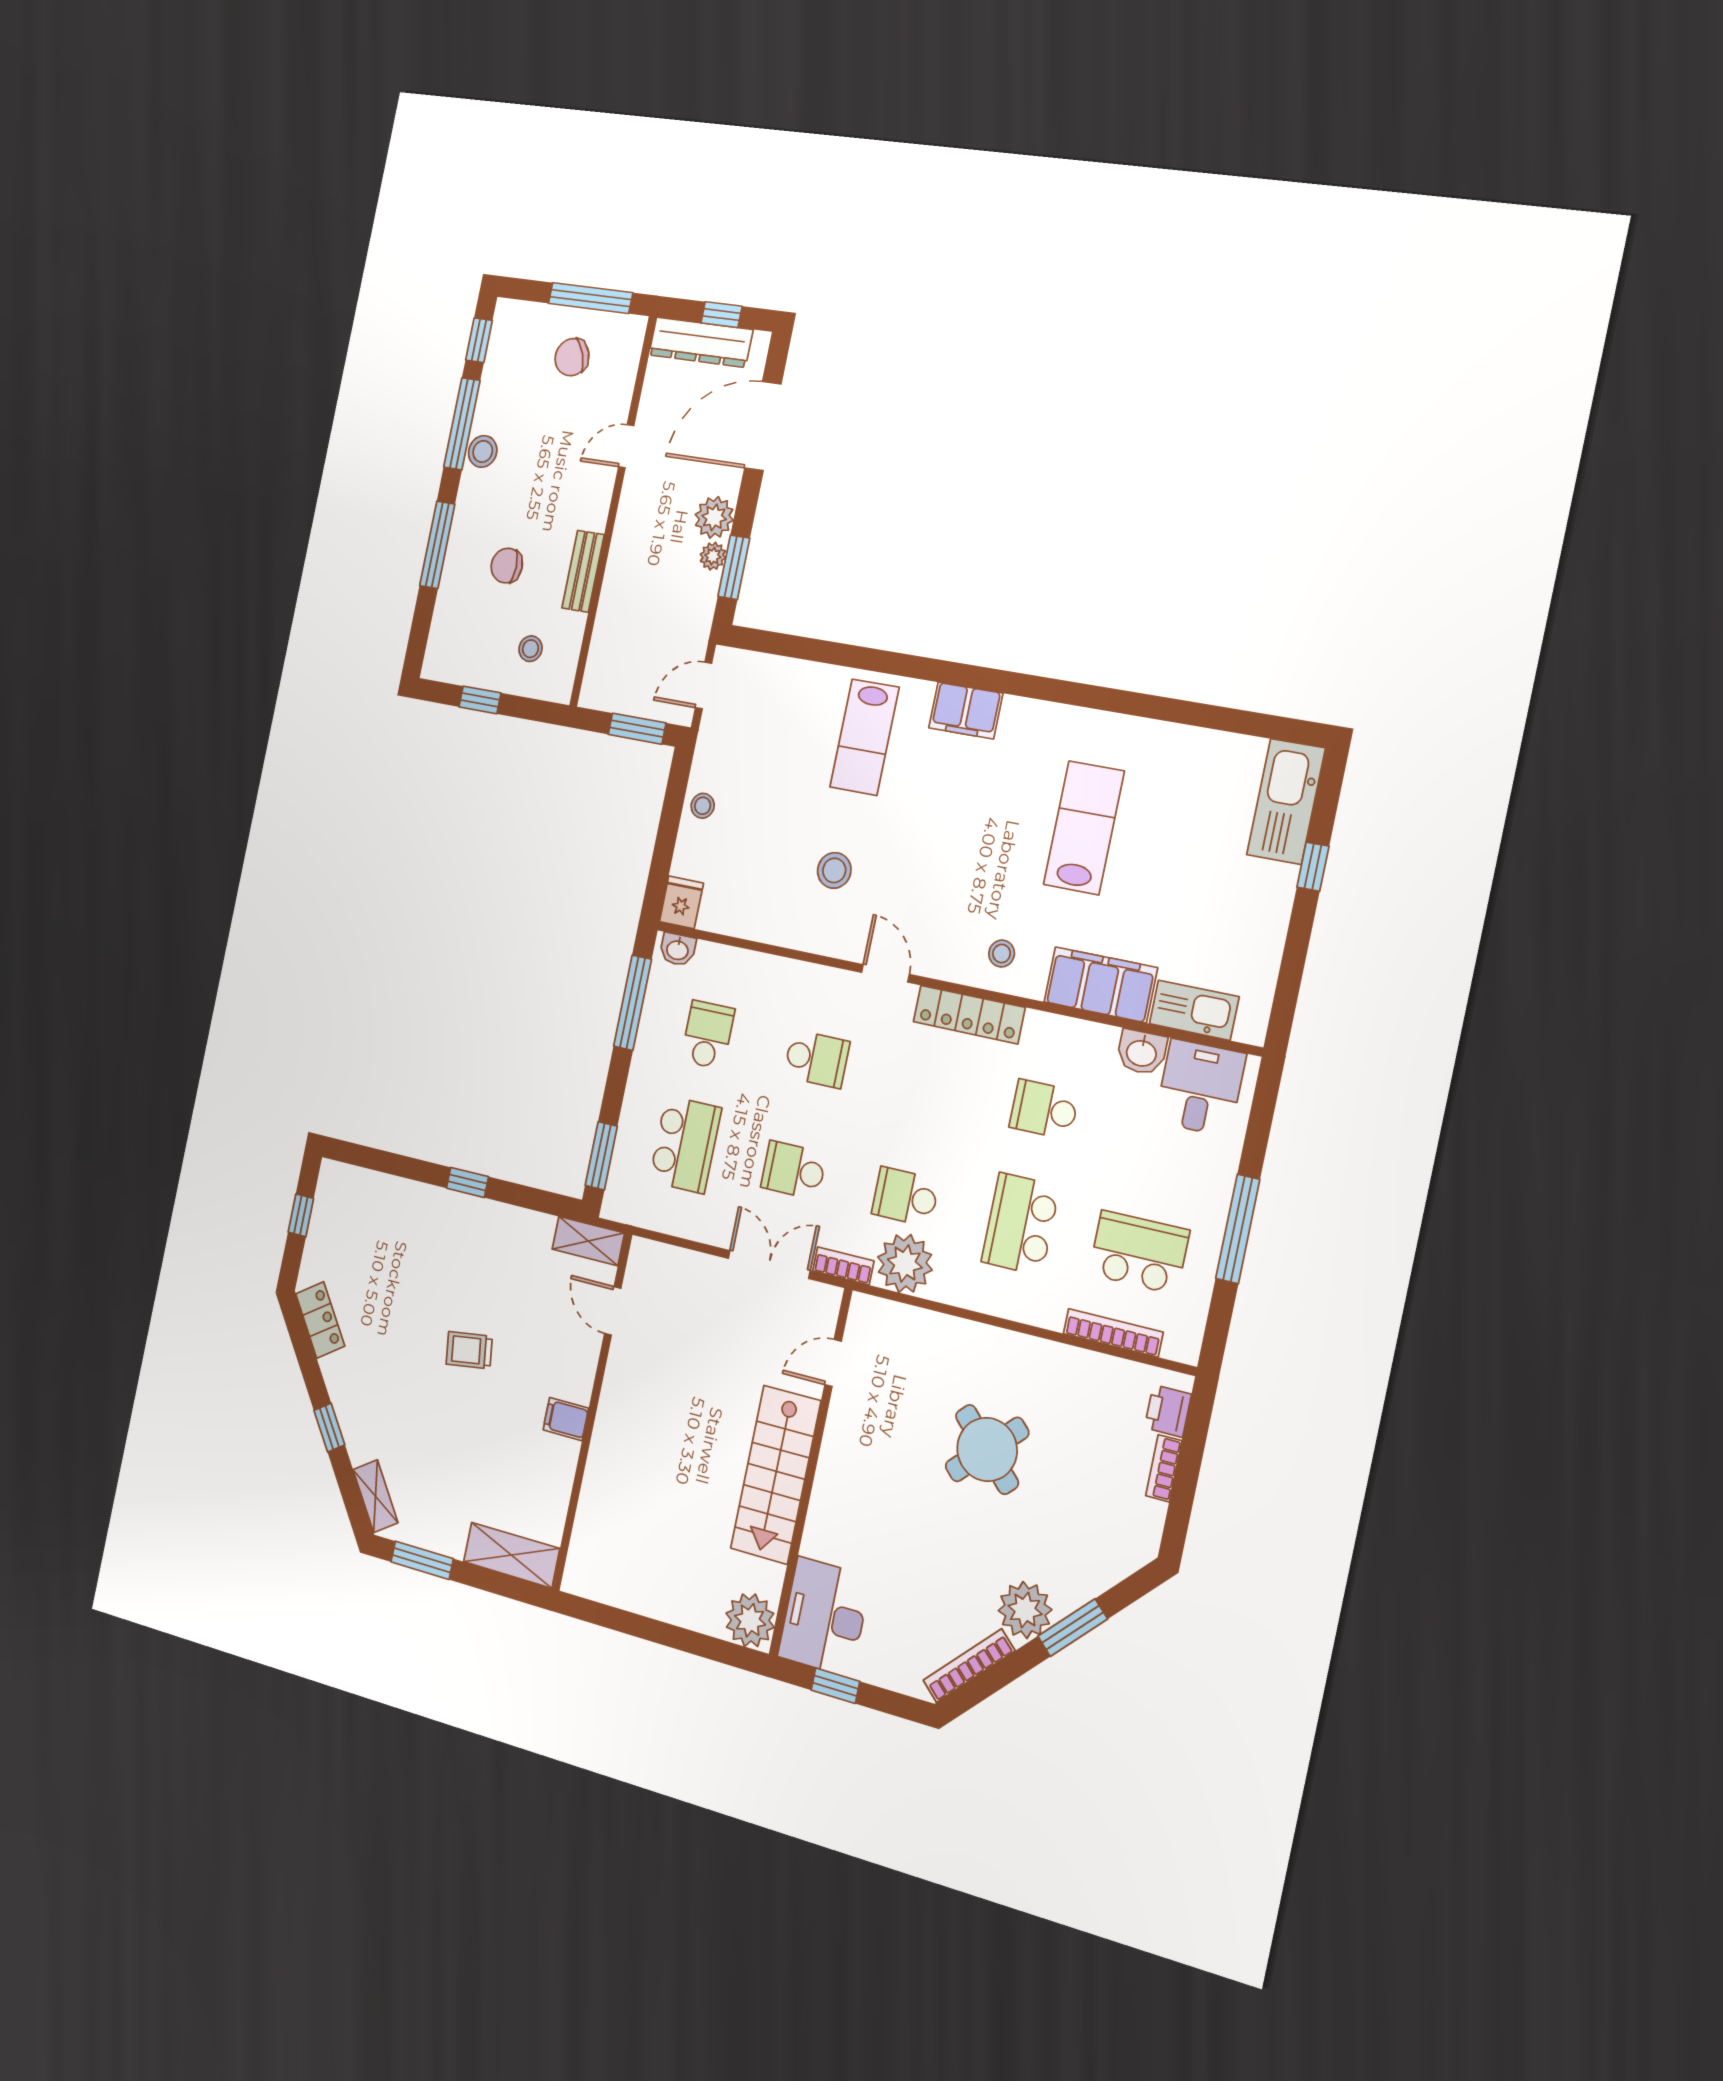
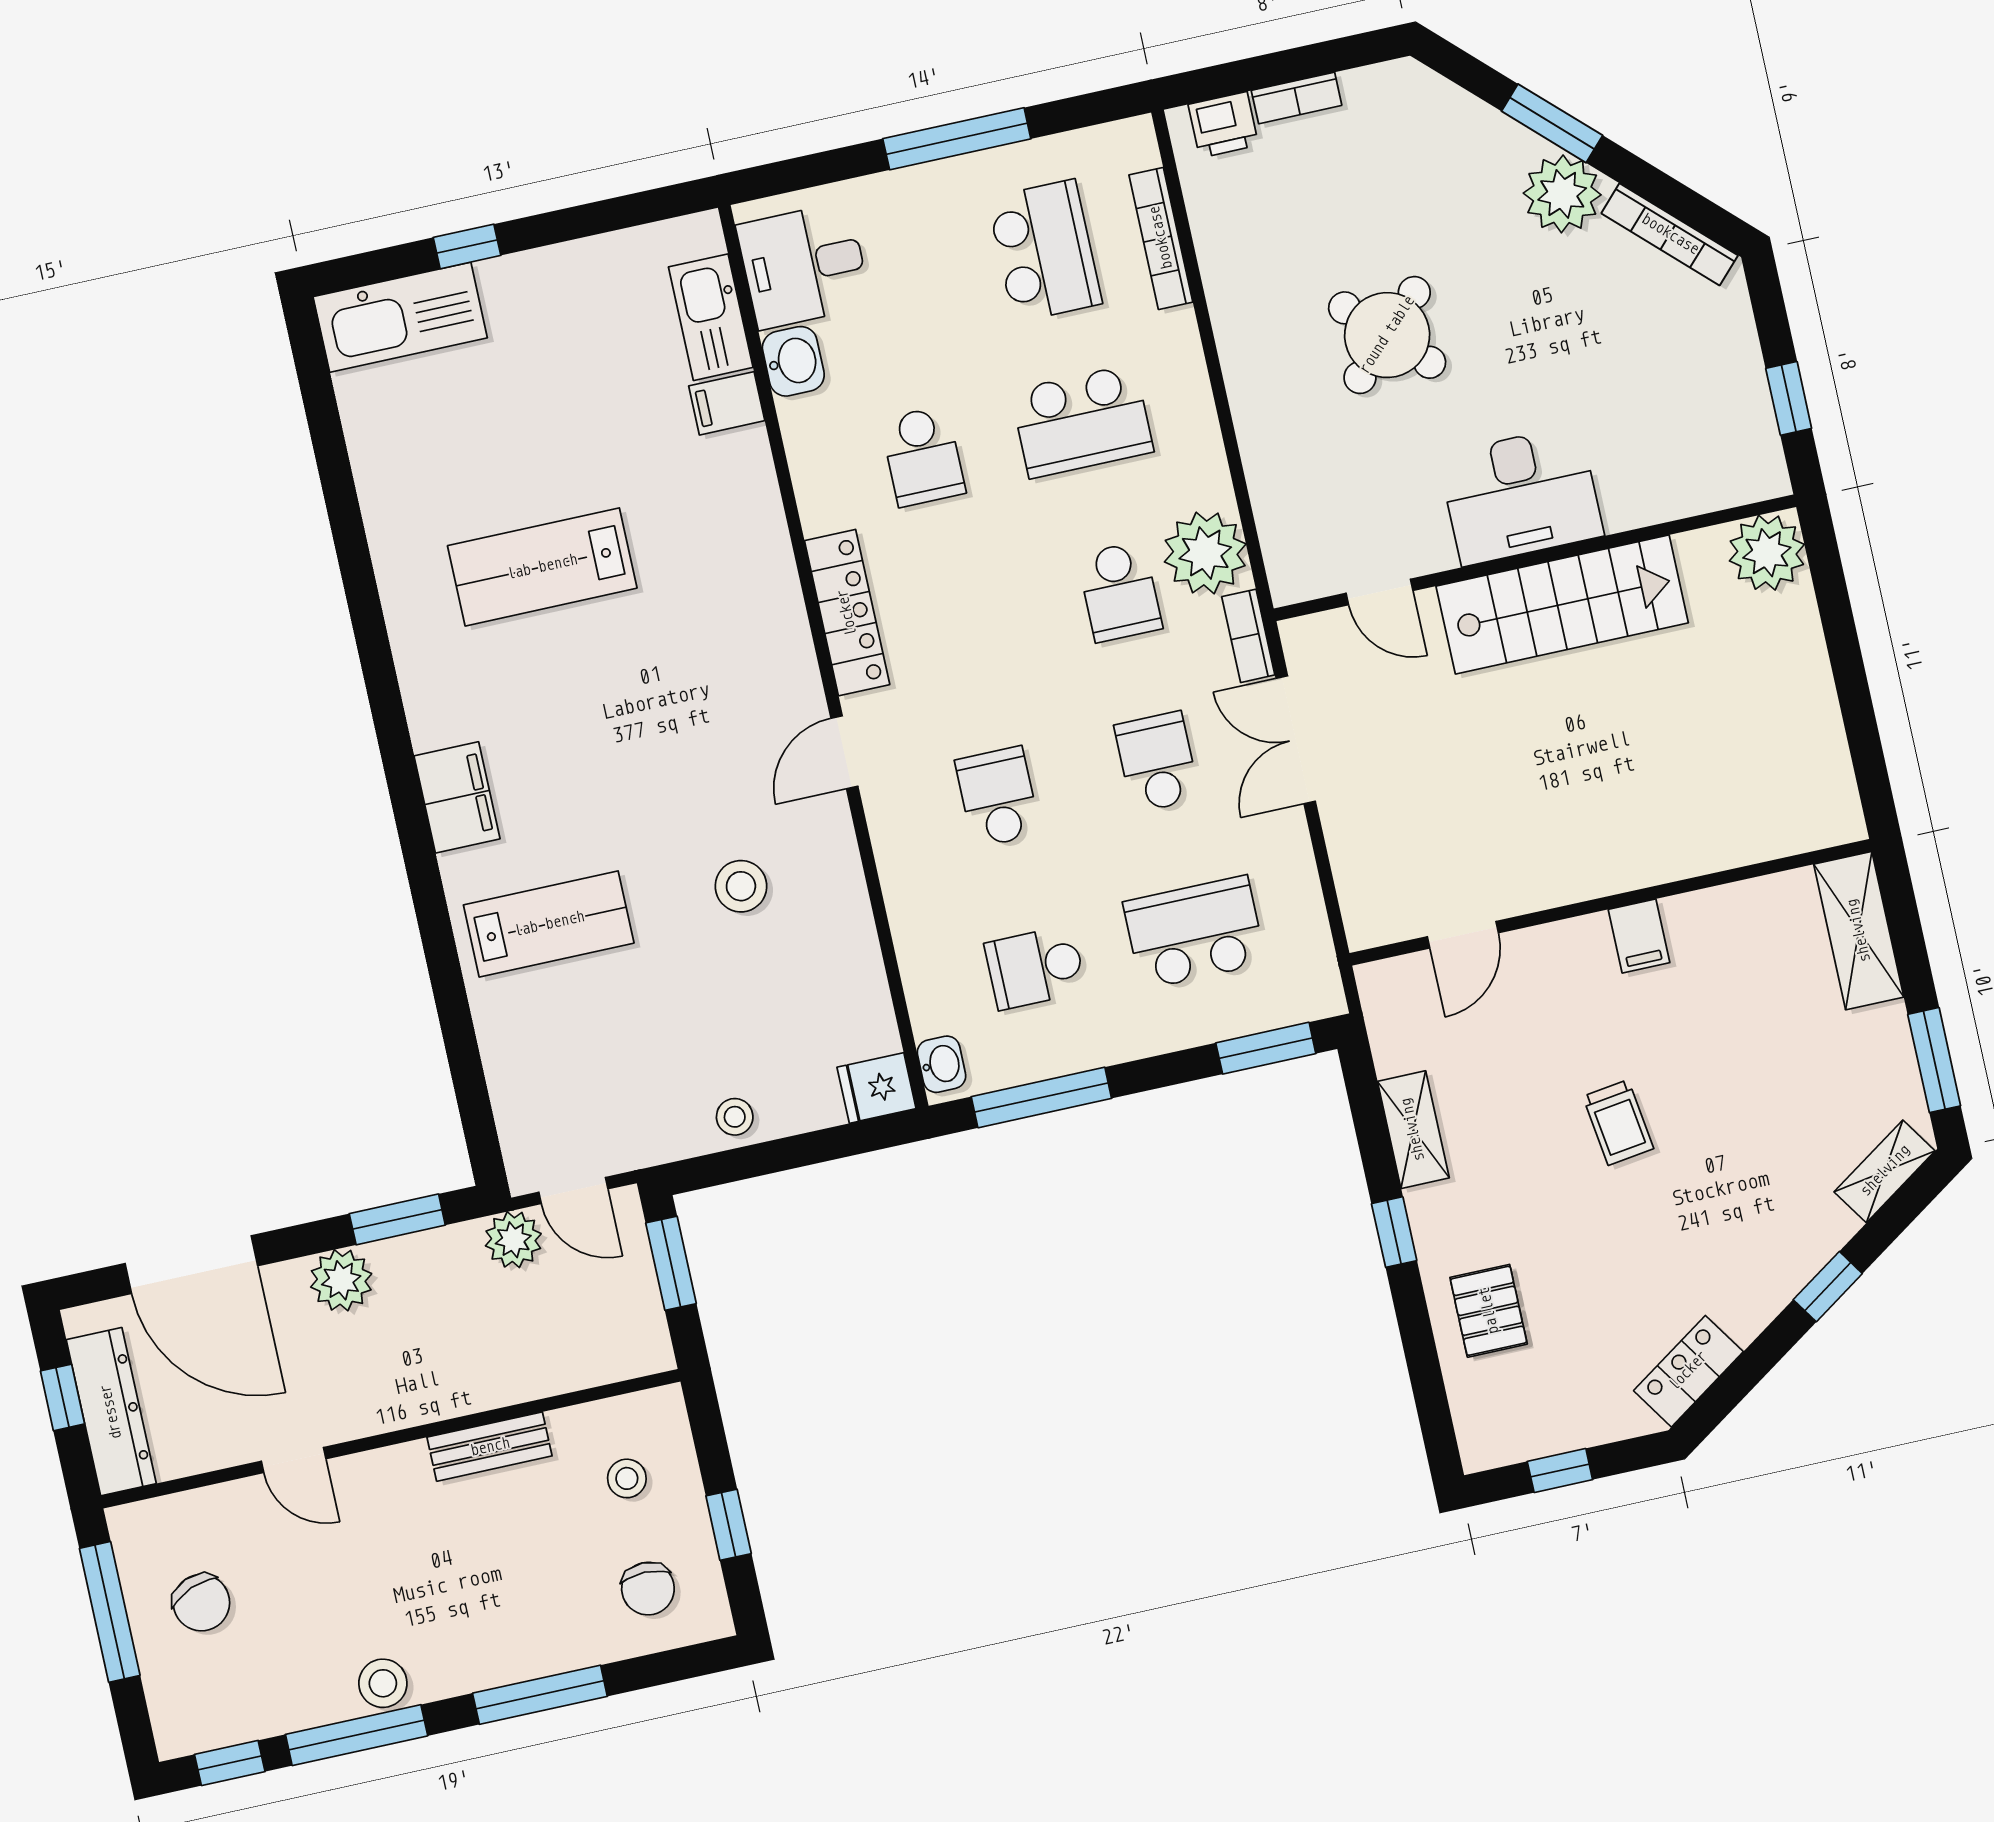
plant: (713, 556) -> (513, 1240), moved, width x1.38, depth x1.38
chair: (507, 566) -> (648, 1589), moved
stool: (1002, 954) -> (750, 604), removed
filing cabinet: (1101, 985) -> (727, 403), width x0.33, depth x0.86
school desk: (794, 1170) -> (1157, 762), turned 180
pallet: (402, 1217) -> (1489, 1311), added
shelving: (588, 1241) -> (1413, 1130), moved
school desk: (1139, 1252) -> (1045, 251), turned 180
desk: (824, 1617) -> (1521, 495), moved

